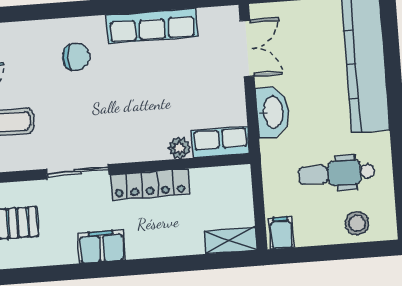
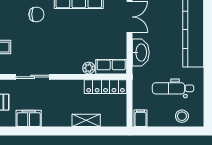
locker: (150, 184) -> (106, 87), moved
shelving: (230, 241) -> (86, 120), moved
filing cabinet: (102, 247) -> (29, 118), moved

